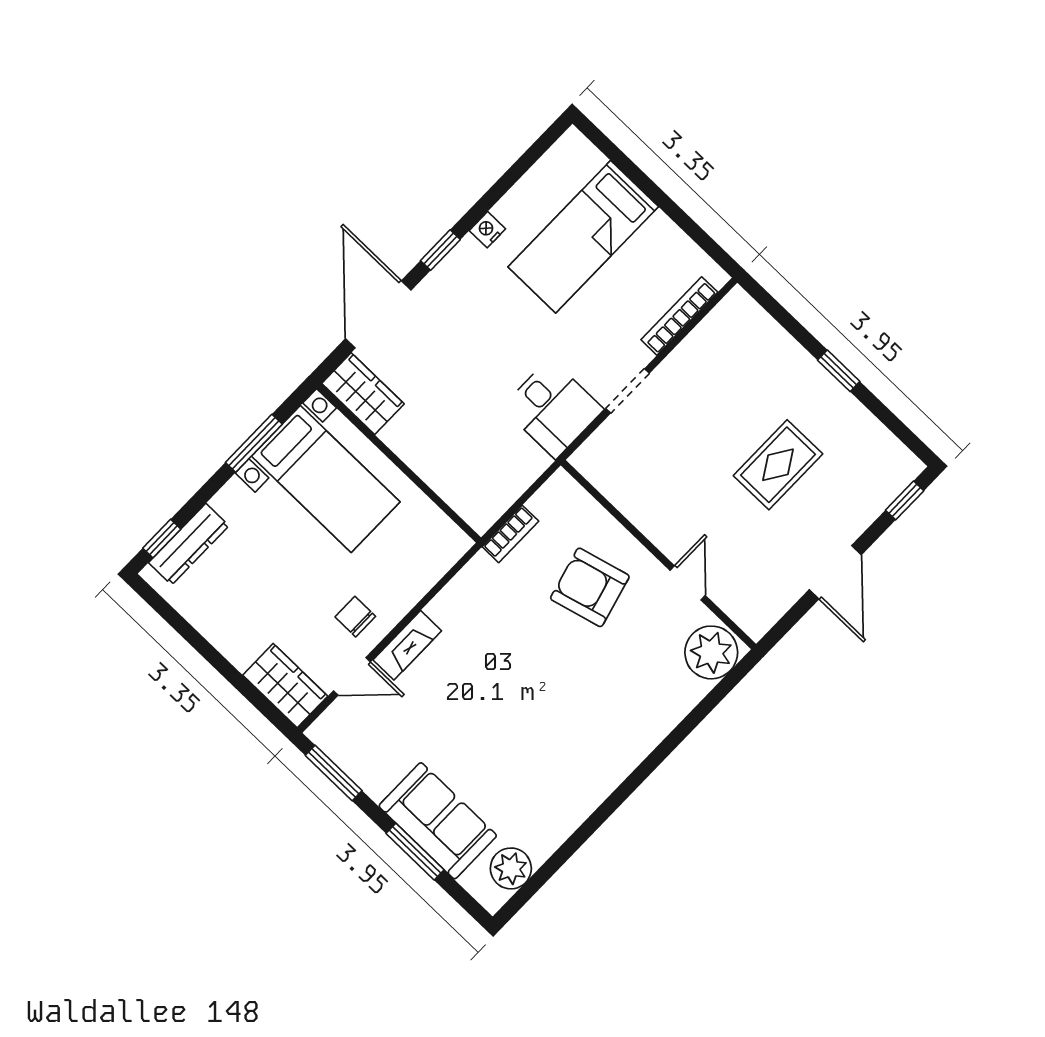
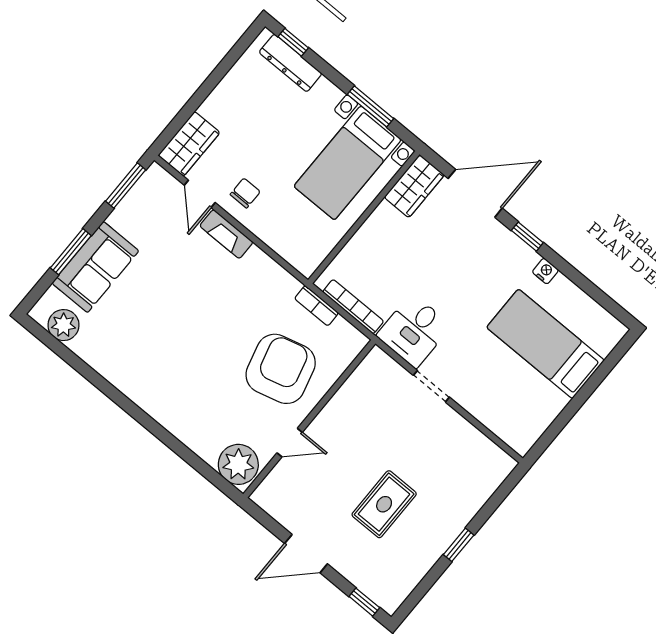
bookcase: (679, 316) -> (353, 307), moved
rug: (778, 465) -> (384, 504), turned 90
armchair: (590, 587) -> (281, 369), width x1.36, depth x1.36

